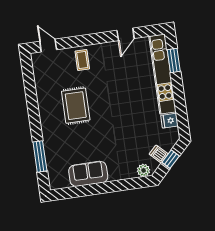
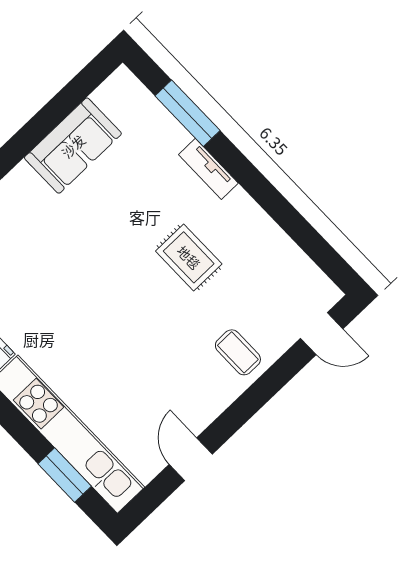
rug: (76, 106) -> (189, 257), width x0.73, depth x0.70
tv unit: (47, 132) -> (208, 169), added

